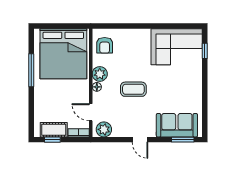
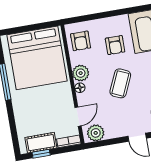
armchair: (135, 54) -> (115, 45), added
coffee table: (133, 89) -> (120, 83), turned -66
door: (91, 112) -> (78, 117), swing flipped

